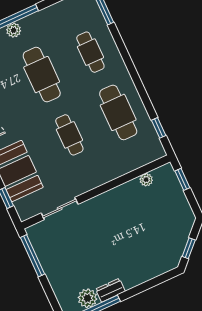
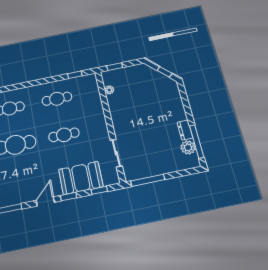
cafe table: (118, 112) -> (57, 99), width x0.73, depth x0.74

